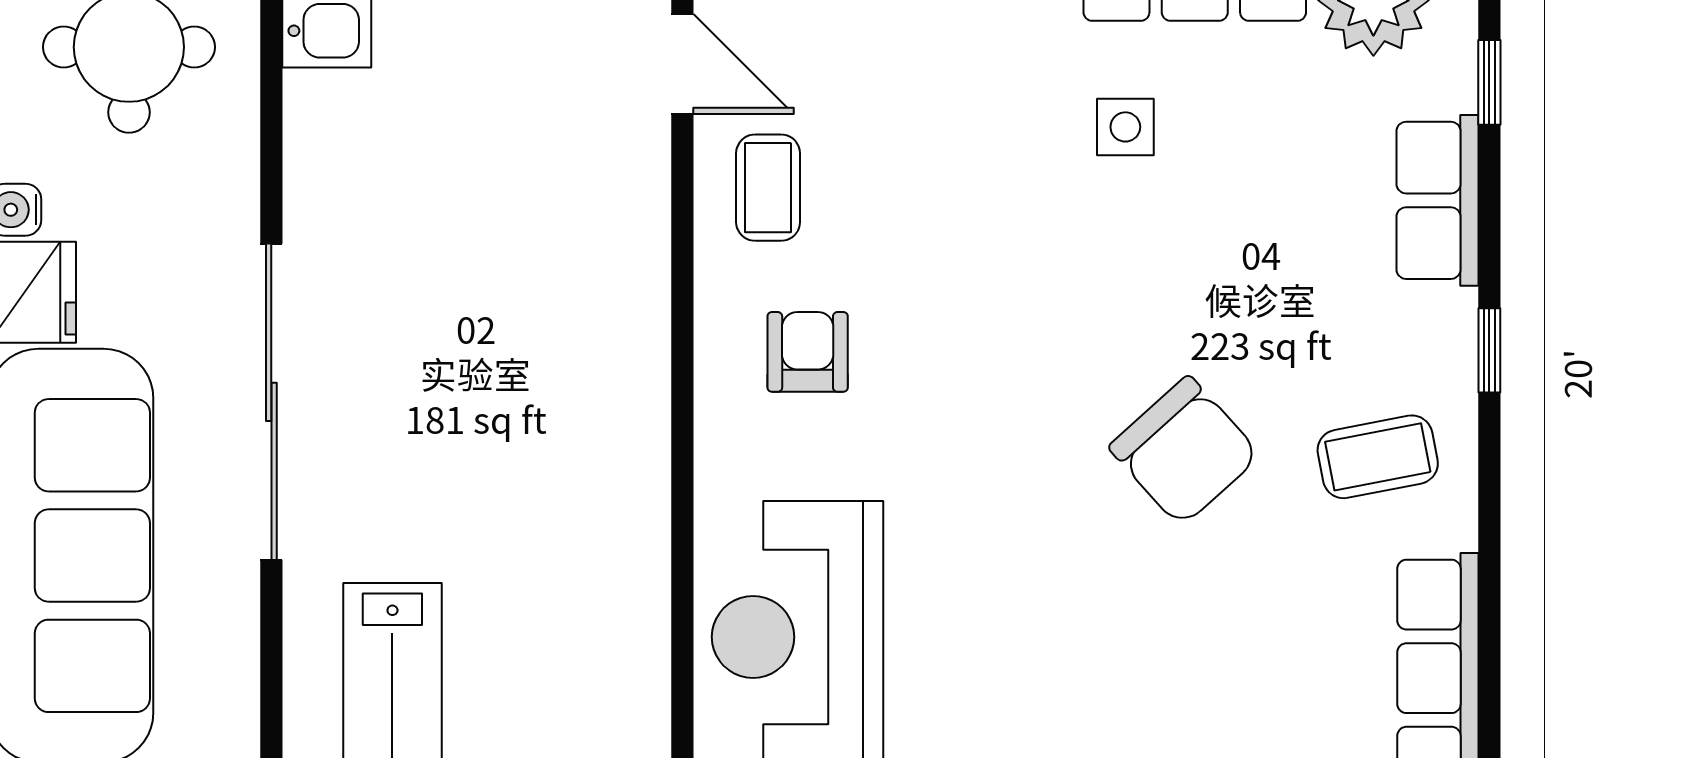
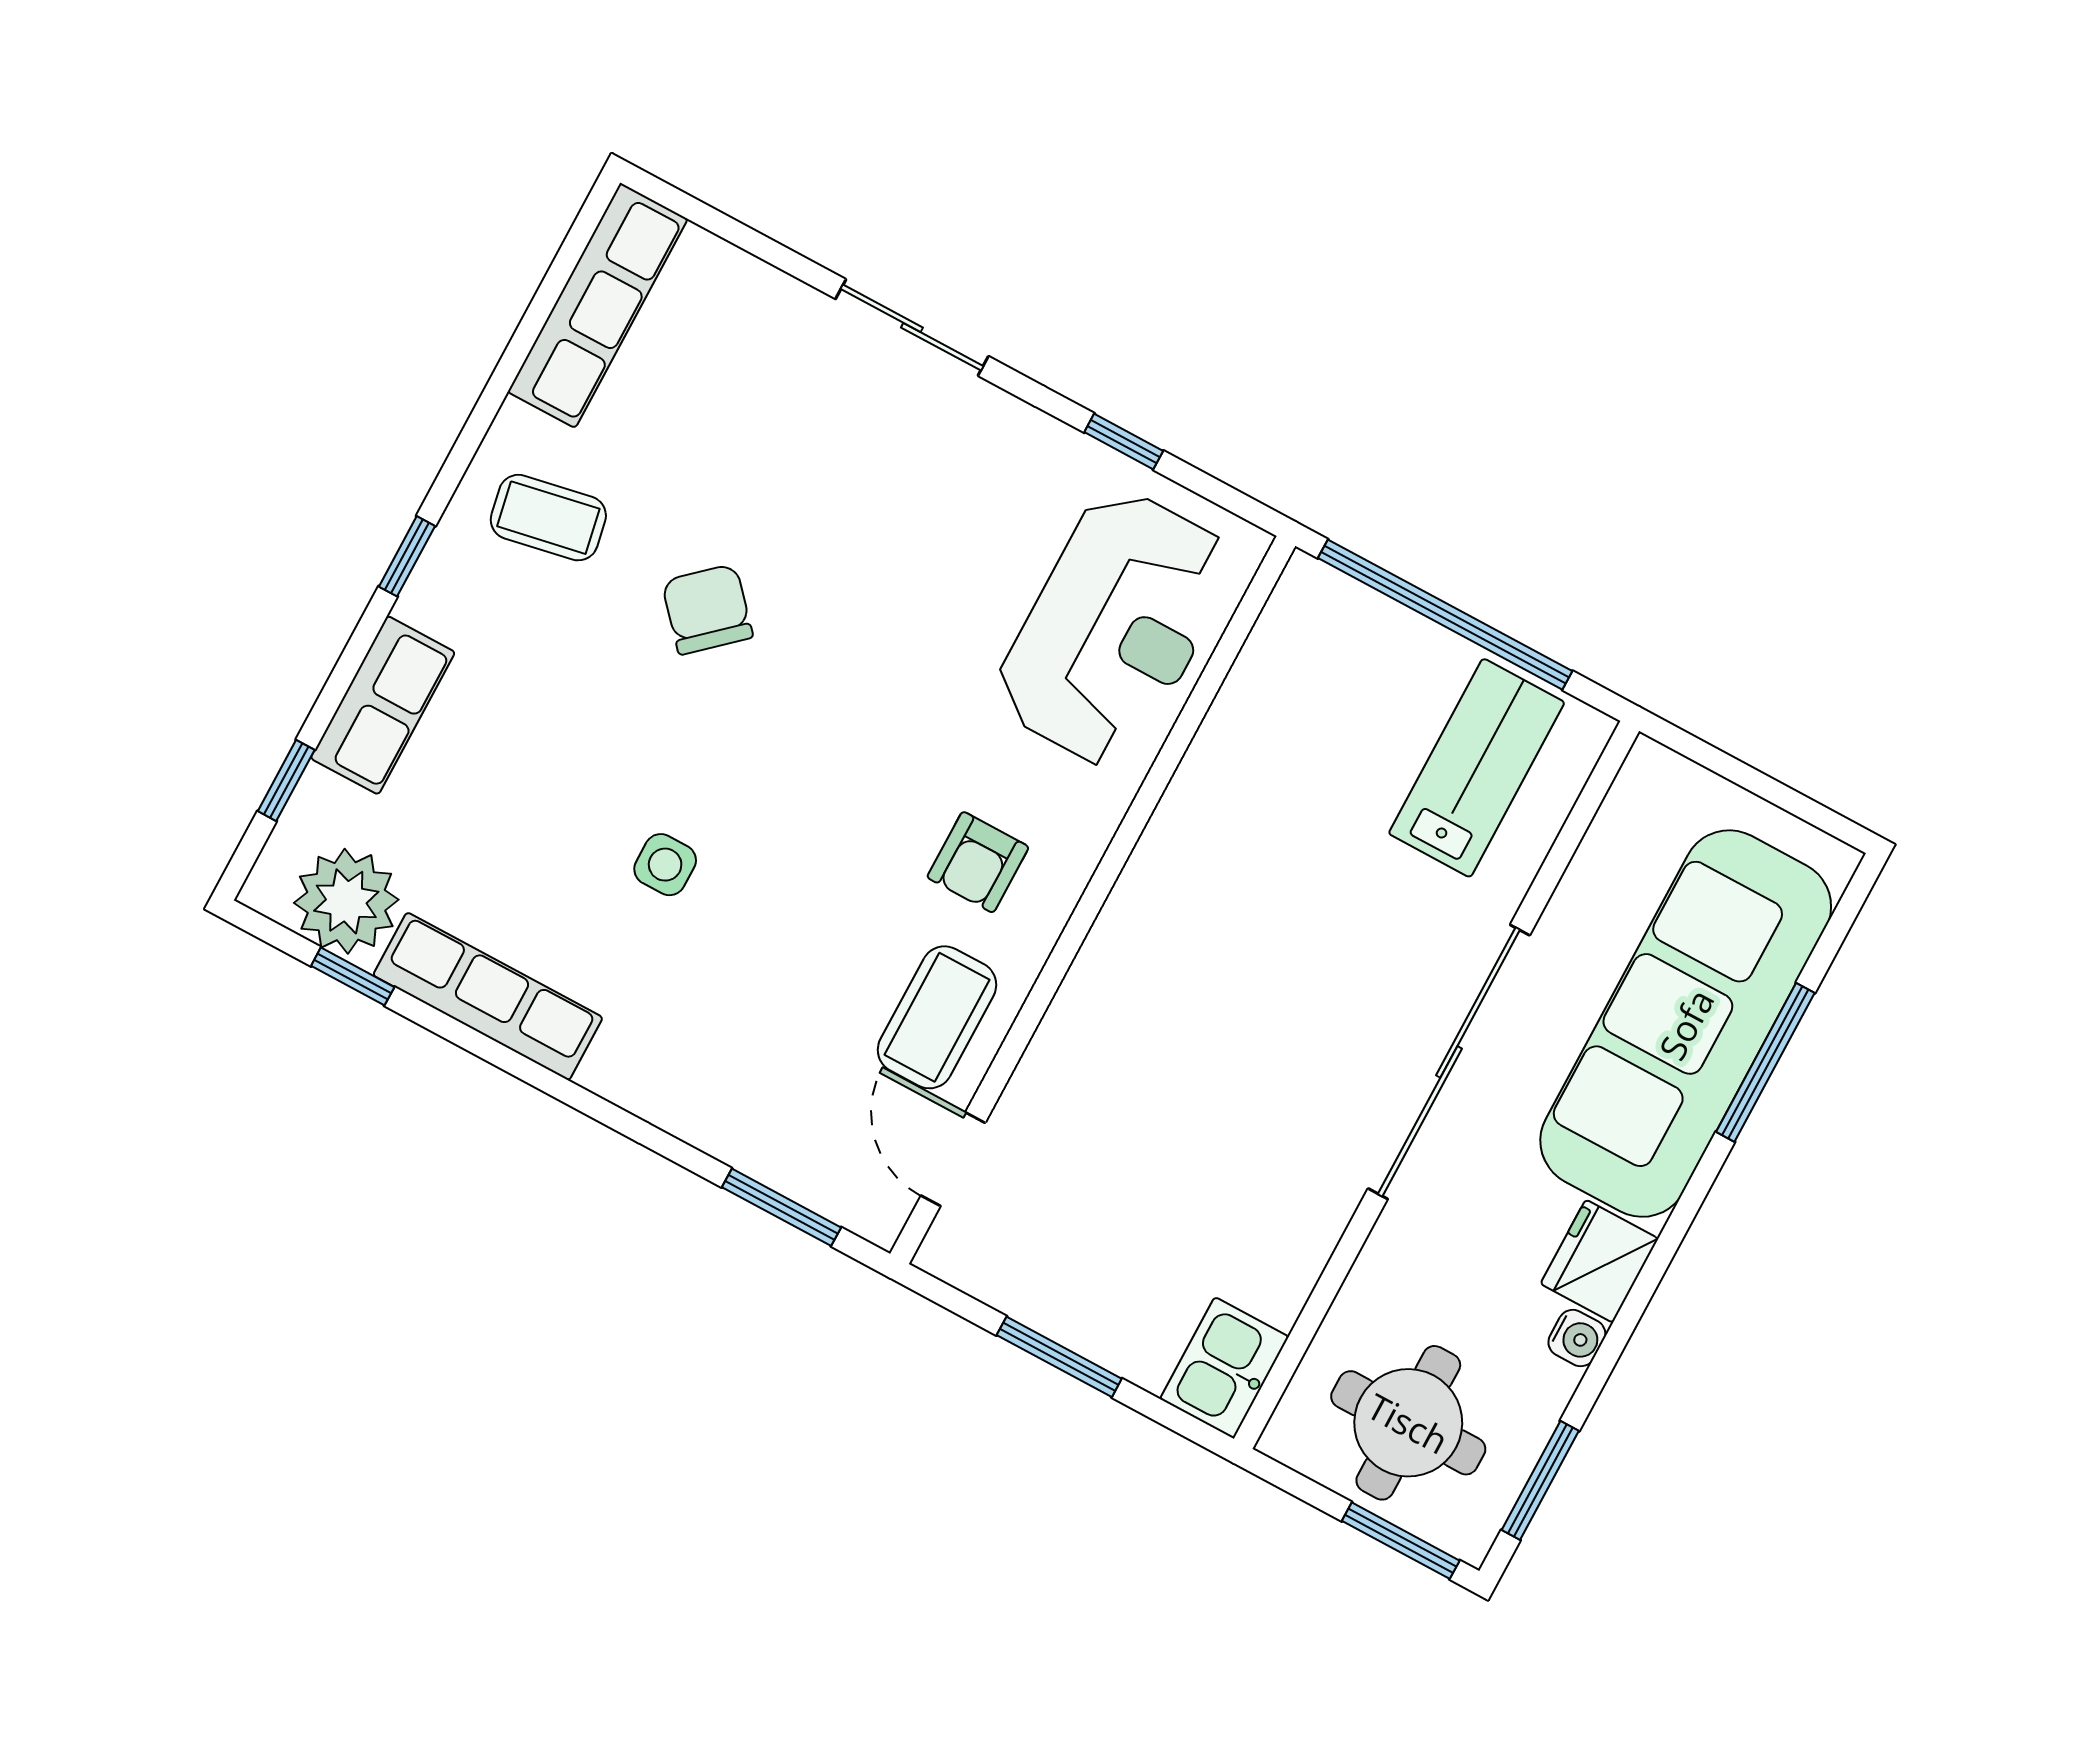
side table: (1125, 127) -> (665, 865), moved
coffee table: (768, 188) -> (937, 1017), width x1.36, depth x1.30
chair: (1185, 451) -> (707, 609), width x0.73, depth x0.73

